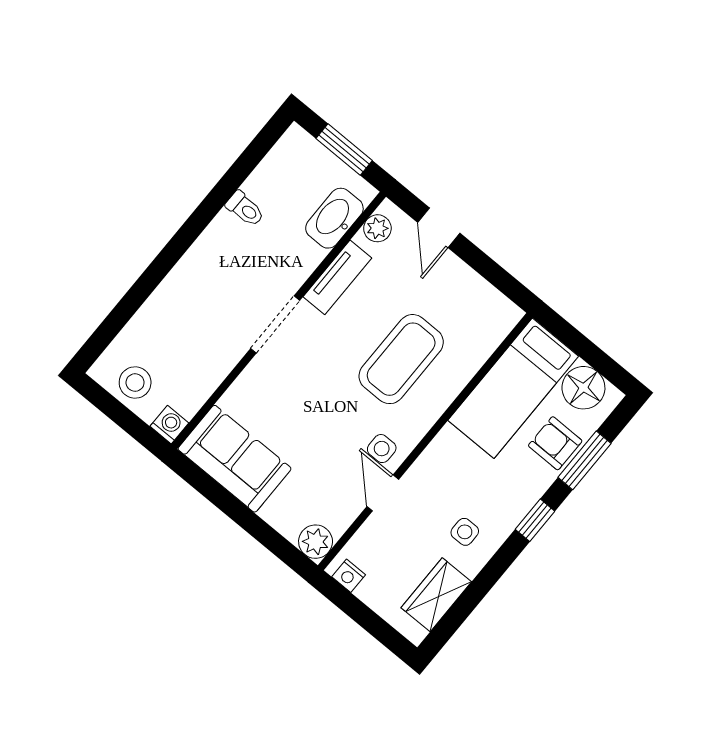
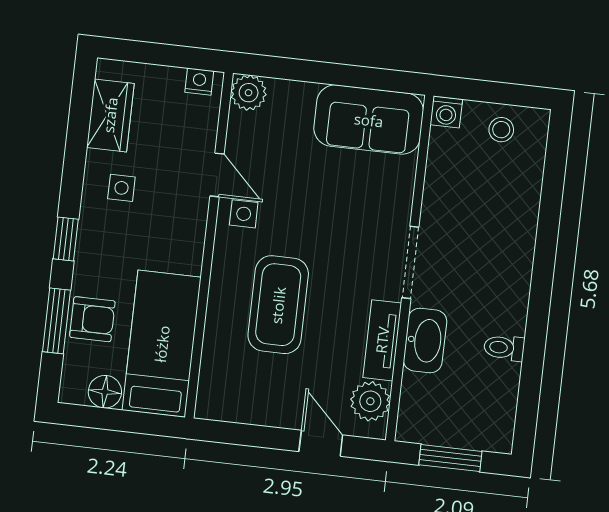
washbasin: (334, 218) -> (425, 341), moved
plant: (377, 228) -> (370, 401), width x1.38, depth x1.38
stool: (135, 382) -> (501, 130), width x0.73, depth x0.73
floor lamp: (583, 388) -> (105, 392), width x0.73, depth x0.73

